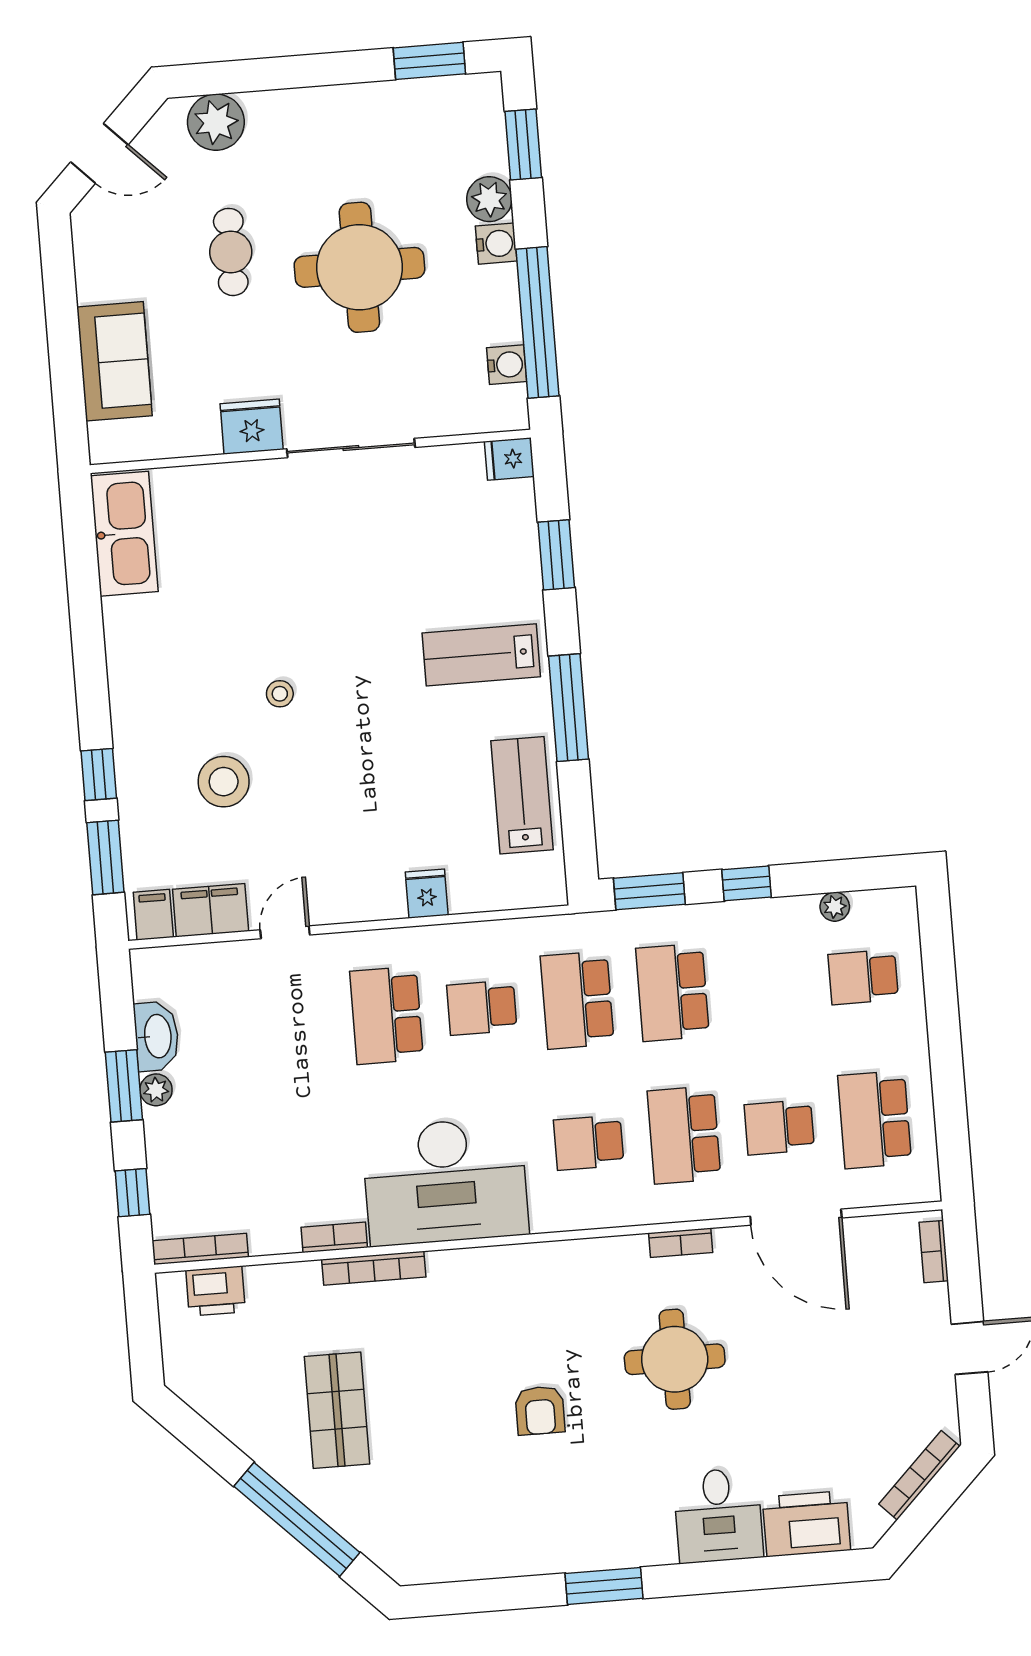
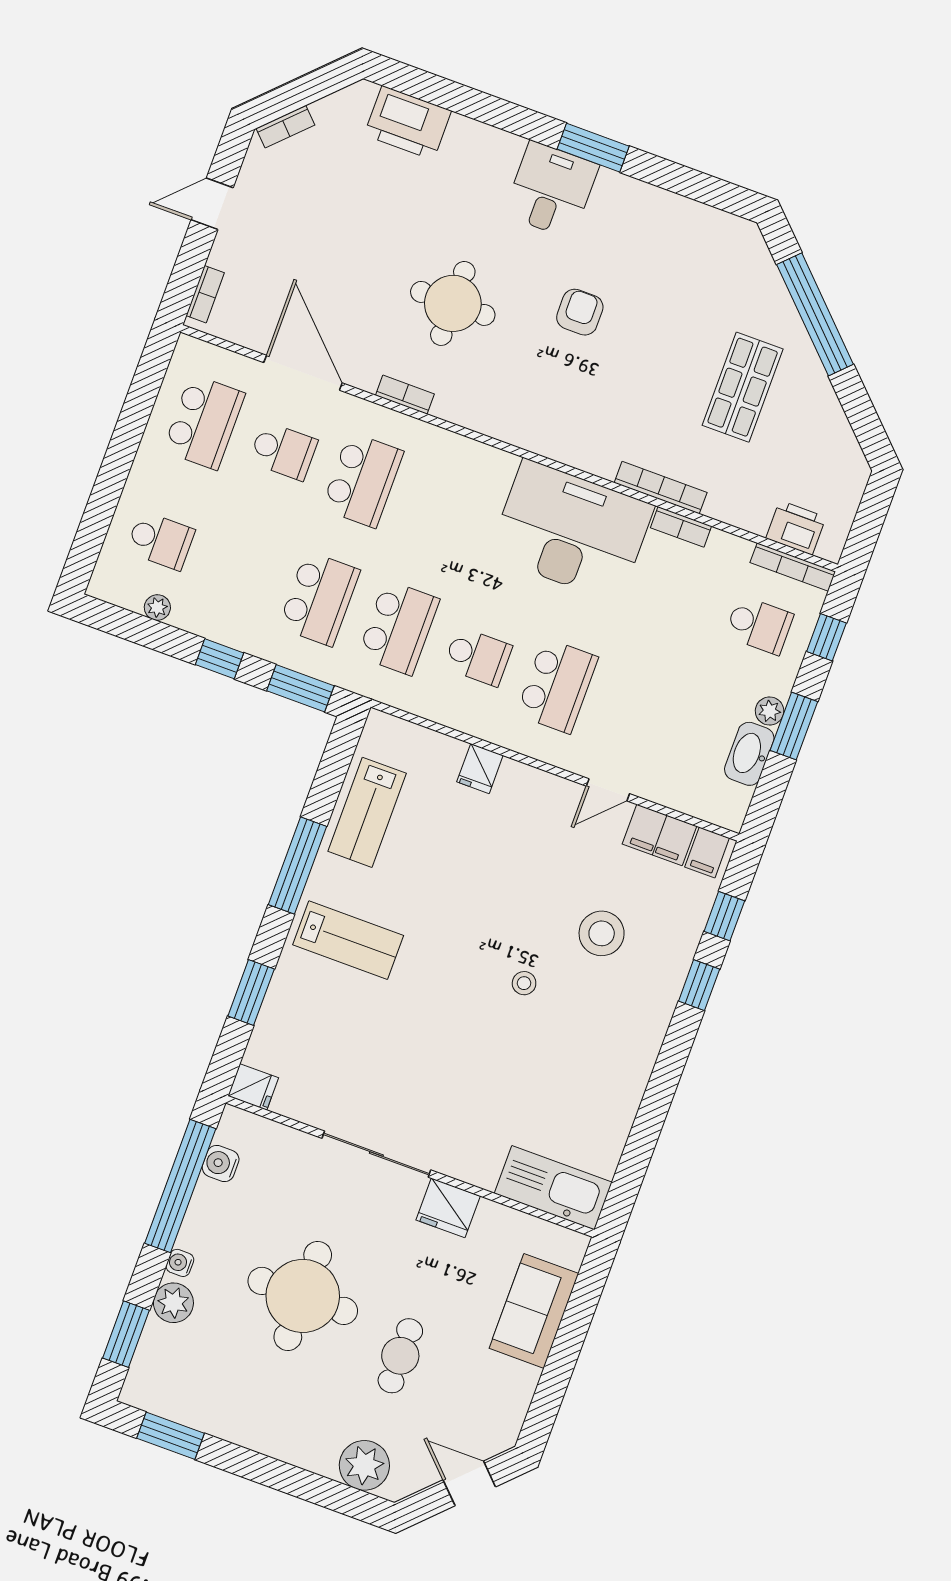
water cooler: (496, 244) -> (180, 1263), width x0.72, depth x0.72
kitchen sink: (124, 534) -> (553, 1188), moved, turned 90
window: (105, 857) -> (724, 916), width x0.67
school desk: (589, 1143) -> (759, 625), moved
bookcase: (919, 1475) -> (285, 127), width x0.64
desk: (718, 1515) -> (551, 190), moved

